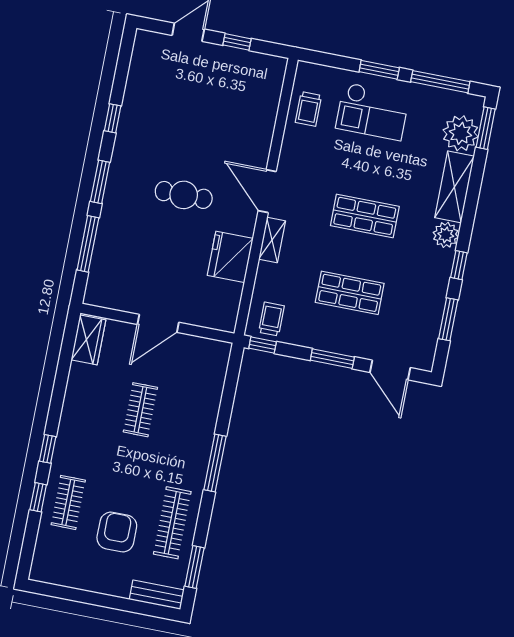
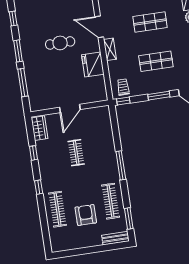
window: (38, 497) -> (33, 153), moved
clothes rail: (68, 502) -> (58, 209), width x1.36

